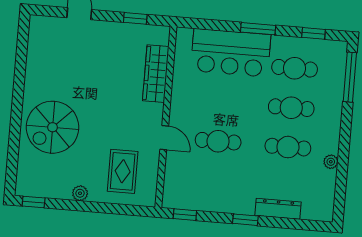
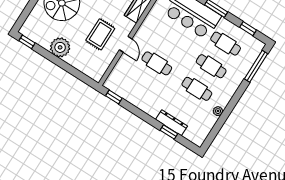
rug: (123, 171) -> (100, 34), moved
plant: (80, 193) -> (60, 47), width x1.88, depth x1.88
window: (245, 220) -> (169, 132), moved

